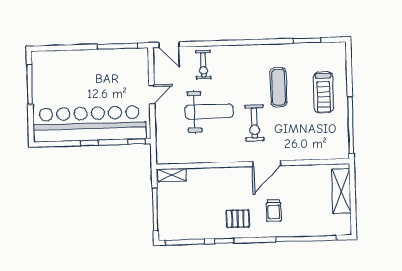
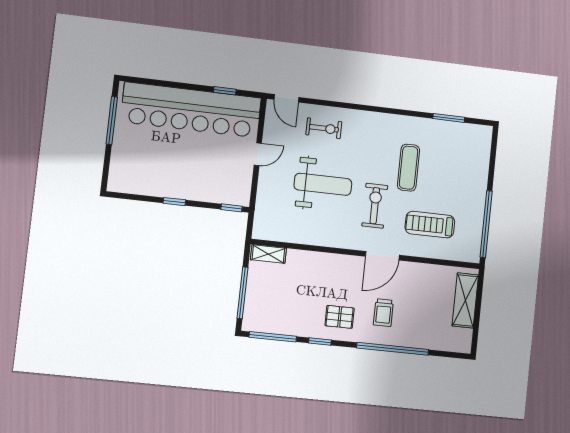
window: (117, 46) -> (225, 91), width x0.46
exercise bike: (203, 65) -> (324, 128), turned -90
treadmill: (324, 92) -> (430, 225), moved, turned 90
exercise bike: (254, 123) -> (375, 206), turned 180
bar counter: (89, 124) -> (191, 110), moved, turned 180
window: (306, 238) -> (393, 349), moved

